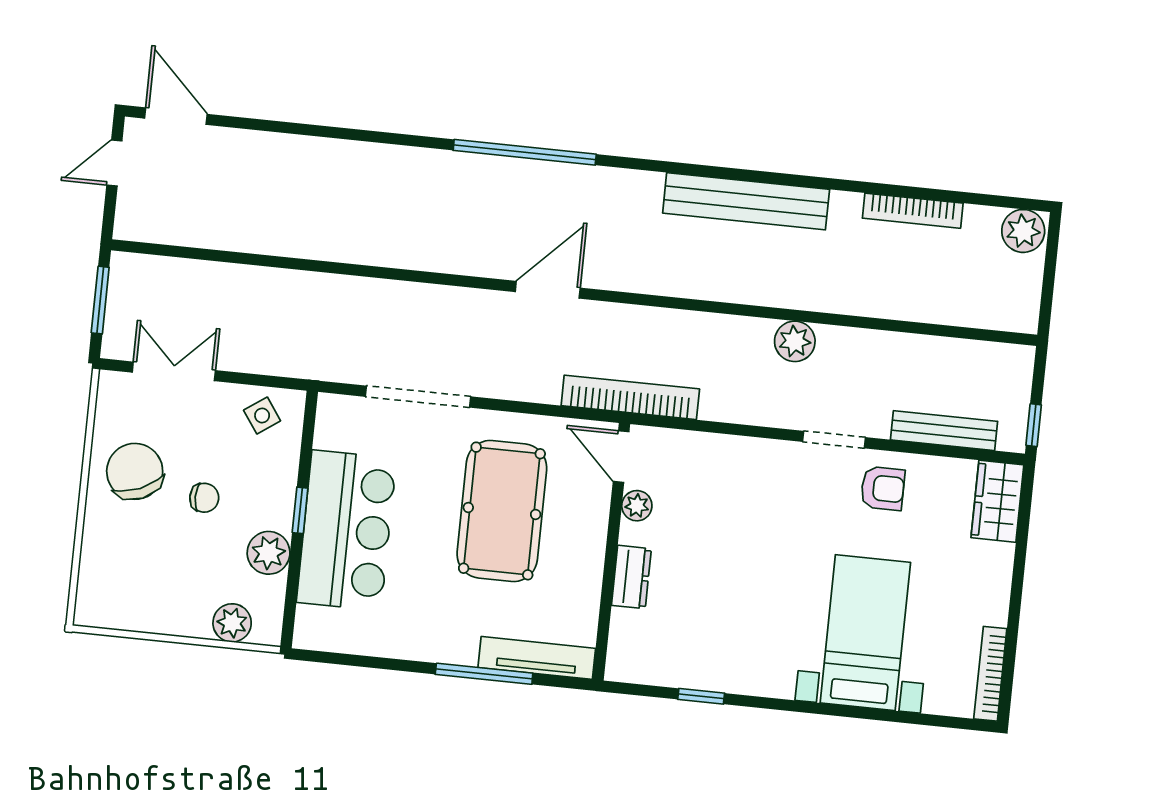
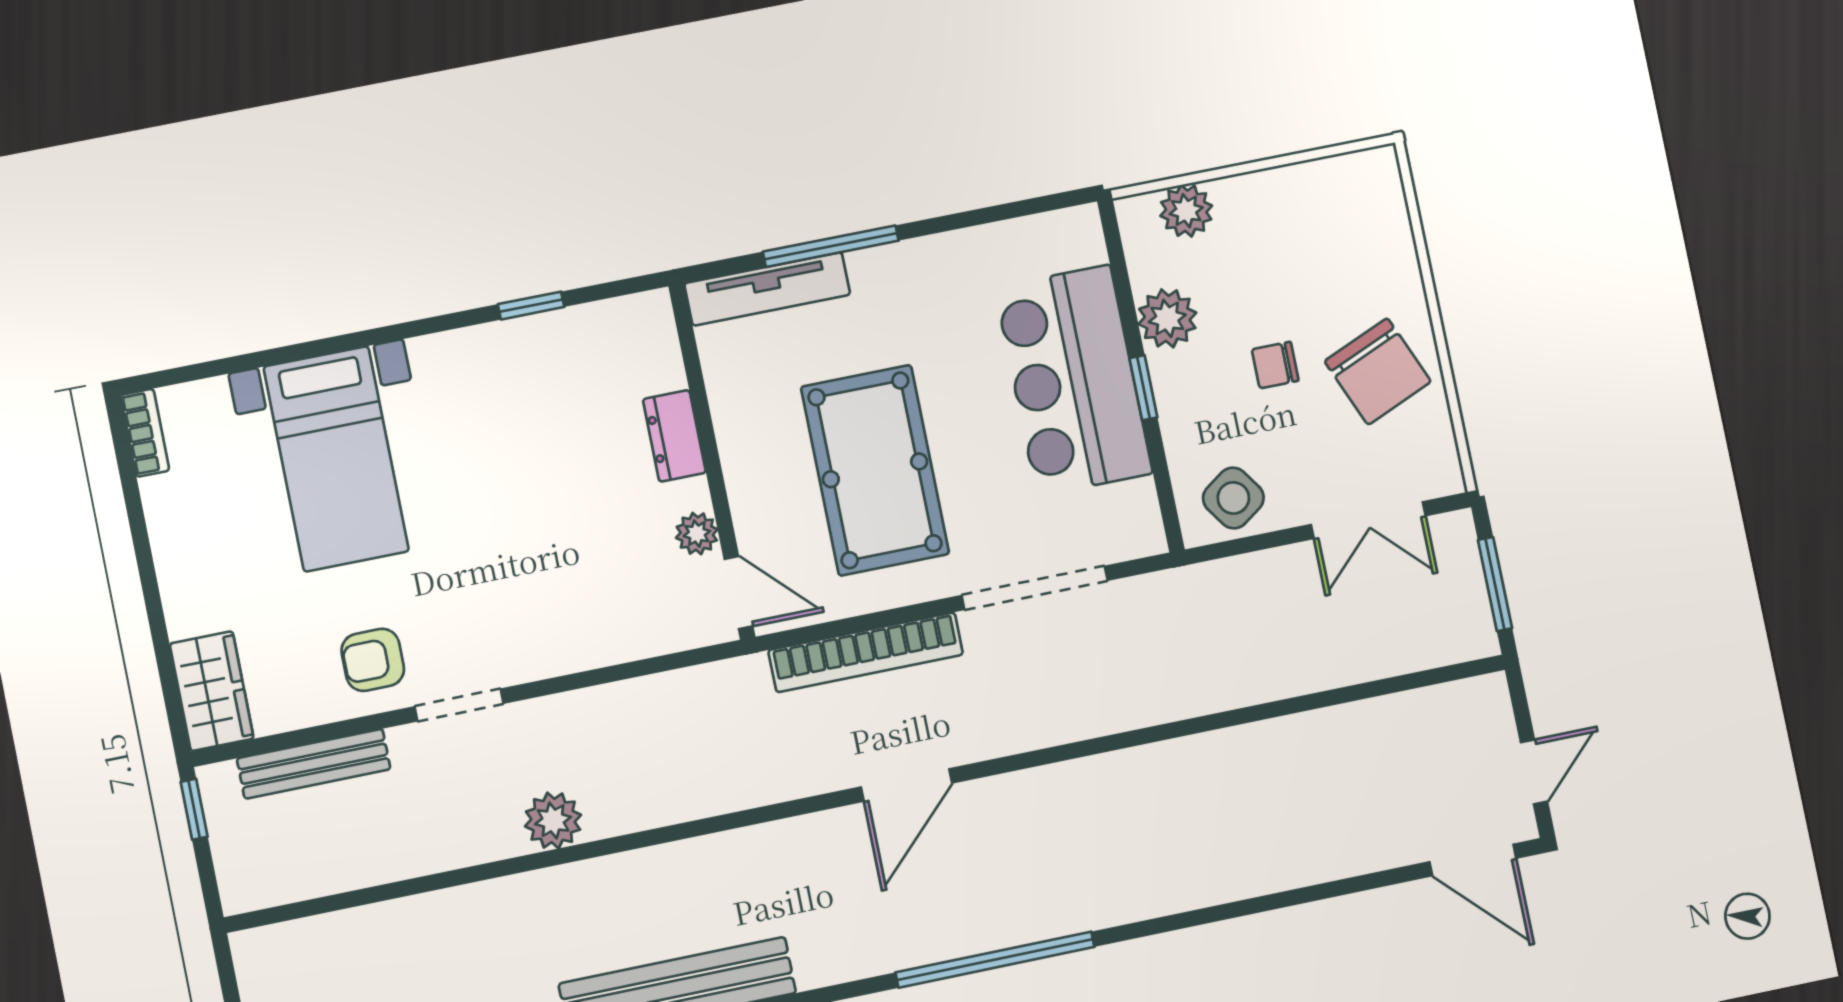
bookcase: (630, 397) -> (866, 652), moved
side table: (262, 415) -> (1233, 498), width x1.37, depth x1.37
bookcase: (990, 674) -> (145, 433), width x0.64

